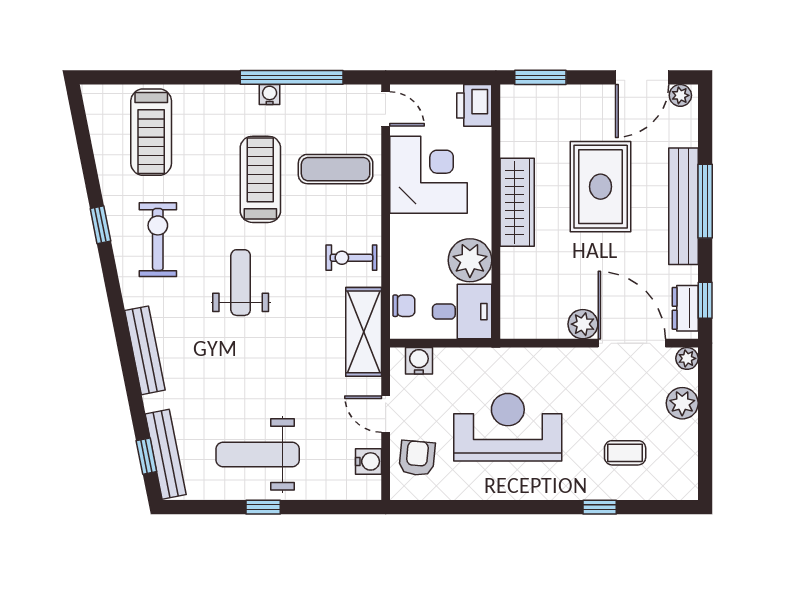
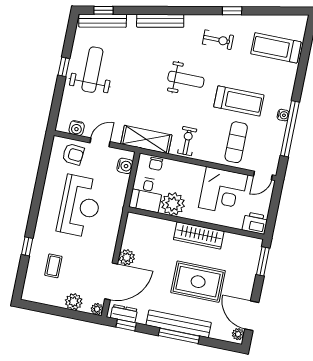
exercise bike: (158, 240) -> (218, 40), width x0.73, depth x0.72

